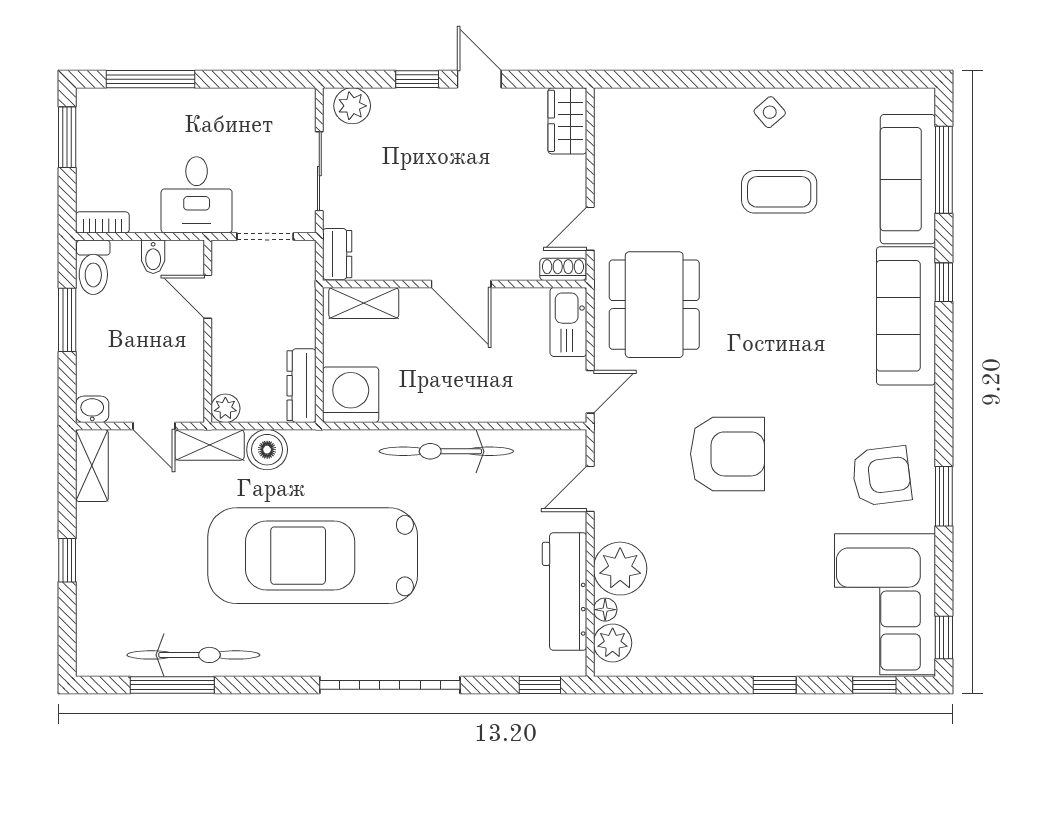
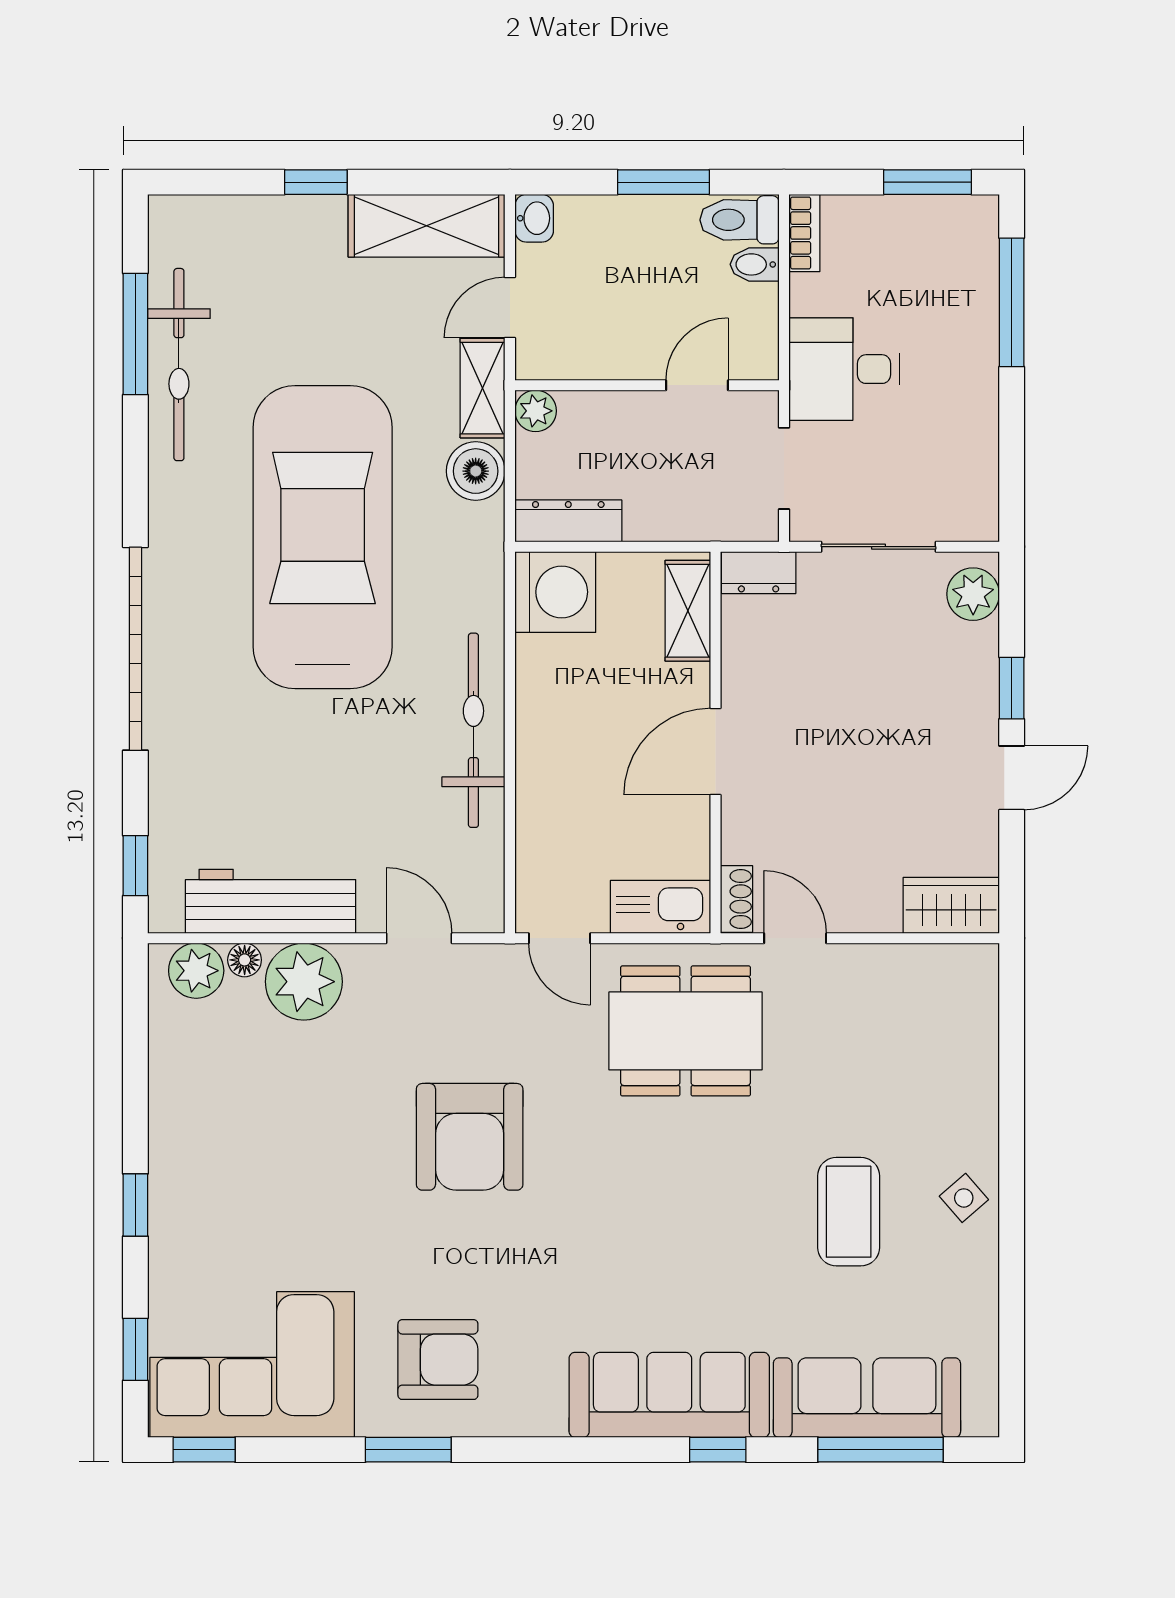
bidet: (153, 257) -> (755, 264), moved
shelving: (92, 466) -> (427, 226), width x1.50, depth x1.33
armchair: (881, 476) -> (438, 1360), turned -83

